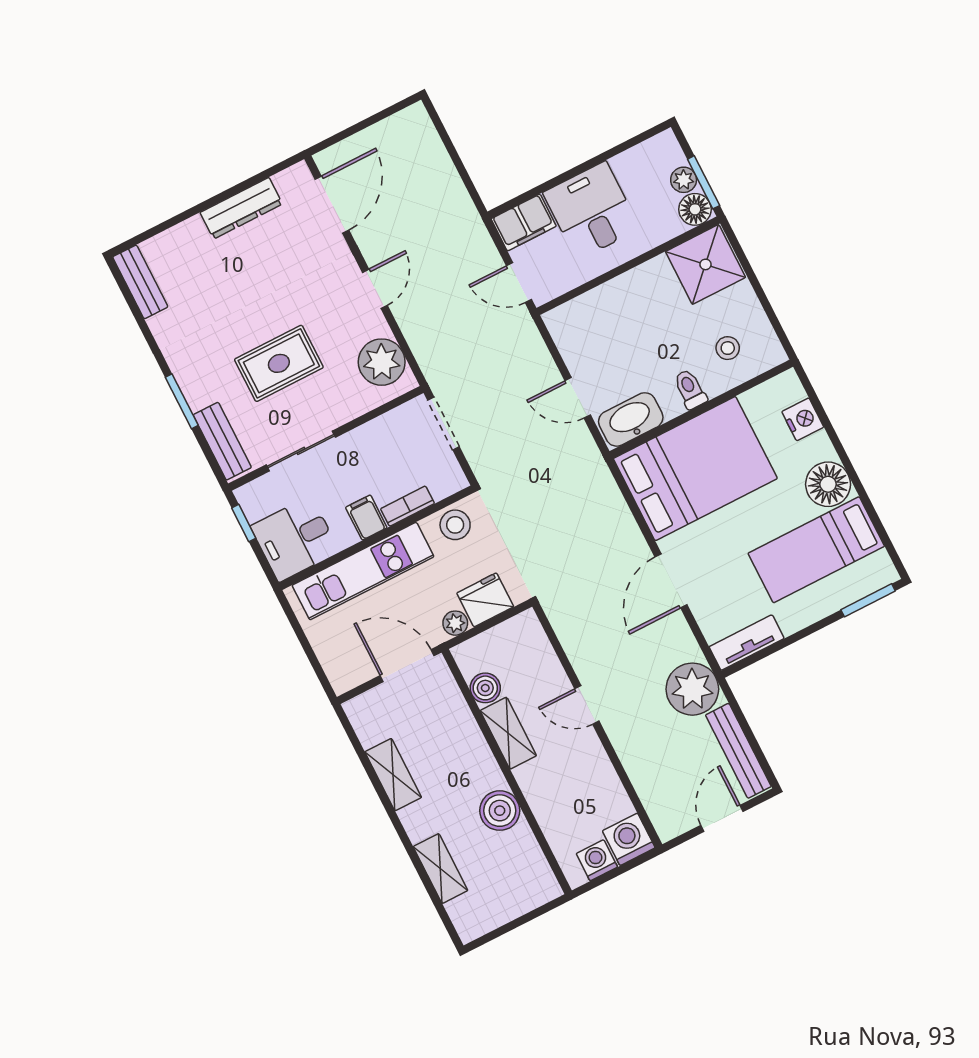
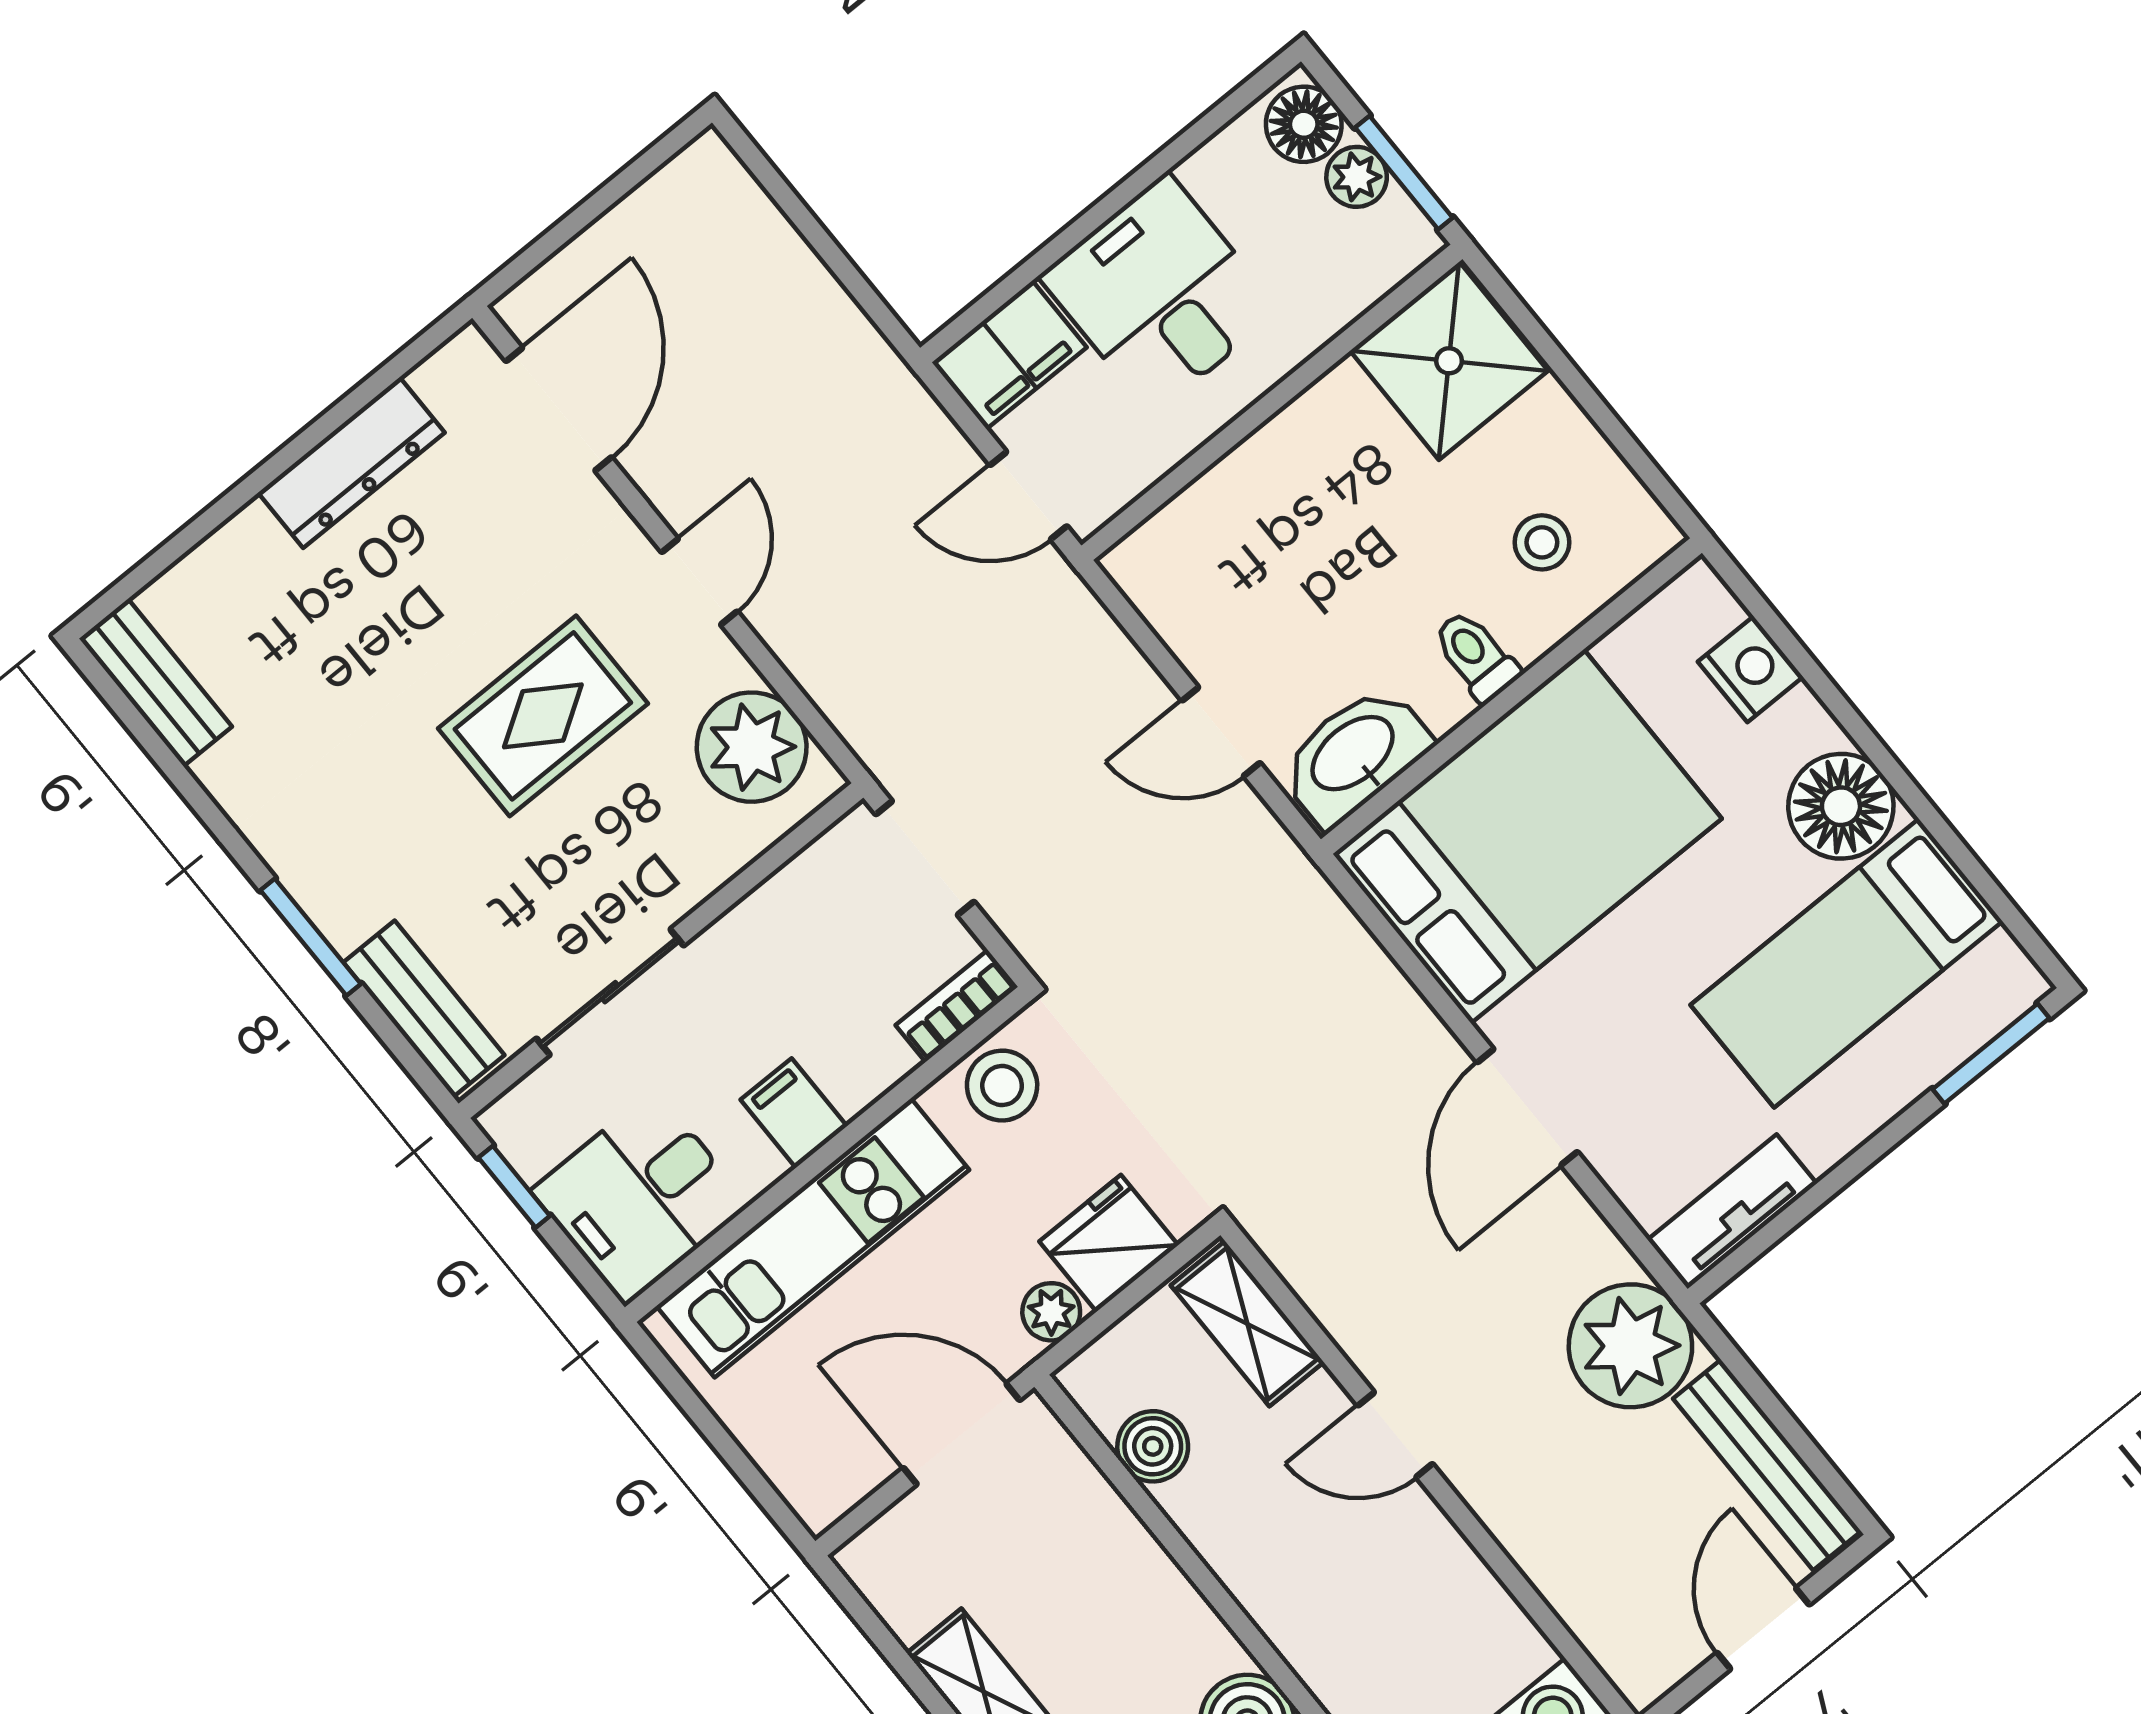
floor lamp: (695, 209) -> (1304, 124), moved
rug: (279, 363) -> (543, 716), moved
bookcase: (408, 506) -> (957, 1006), moved
shelving: (508, 733) -> (1247, 1324), moved

